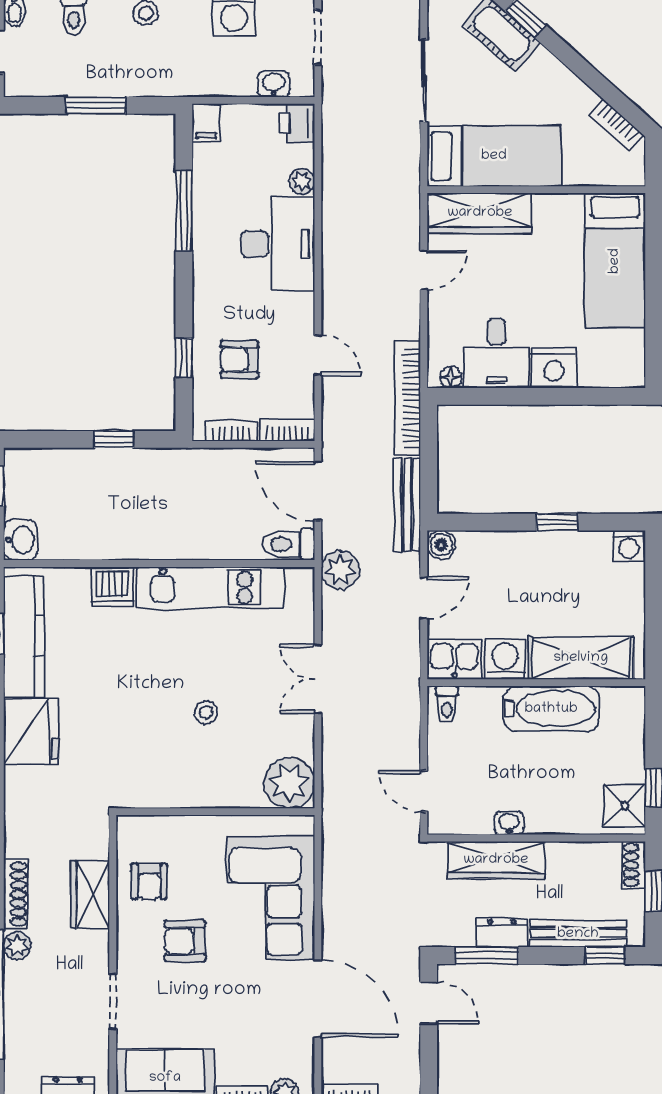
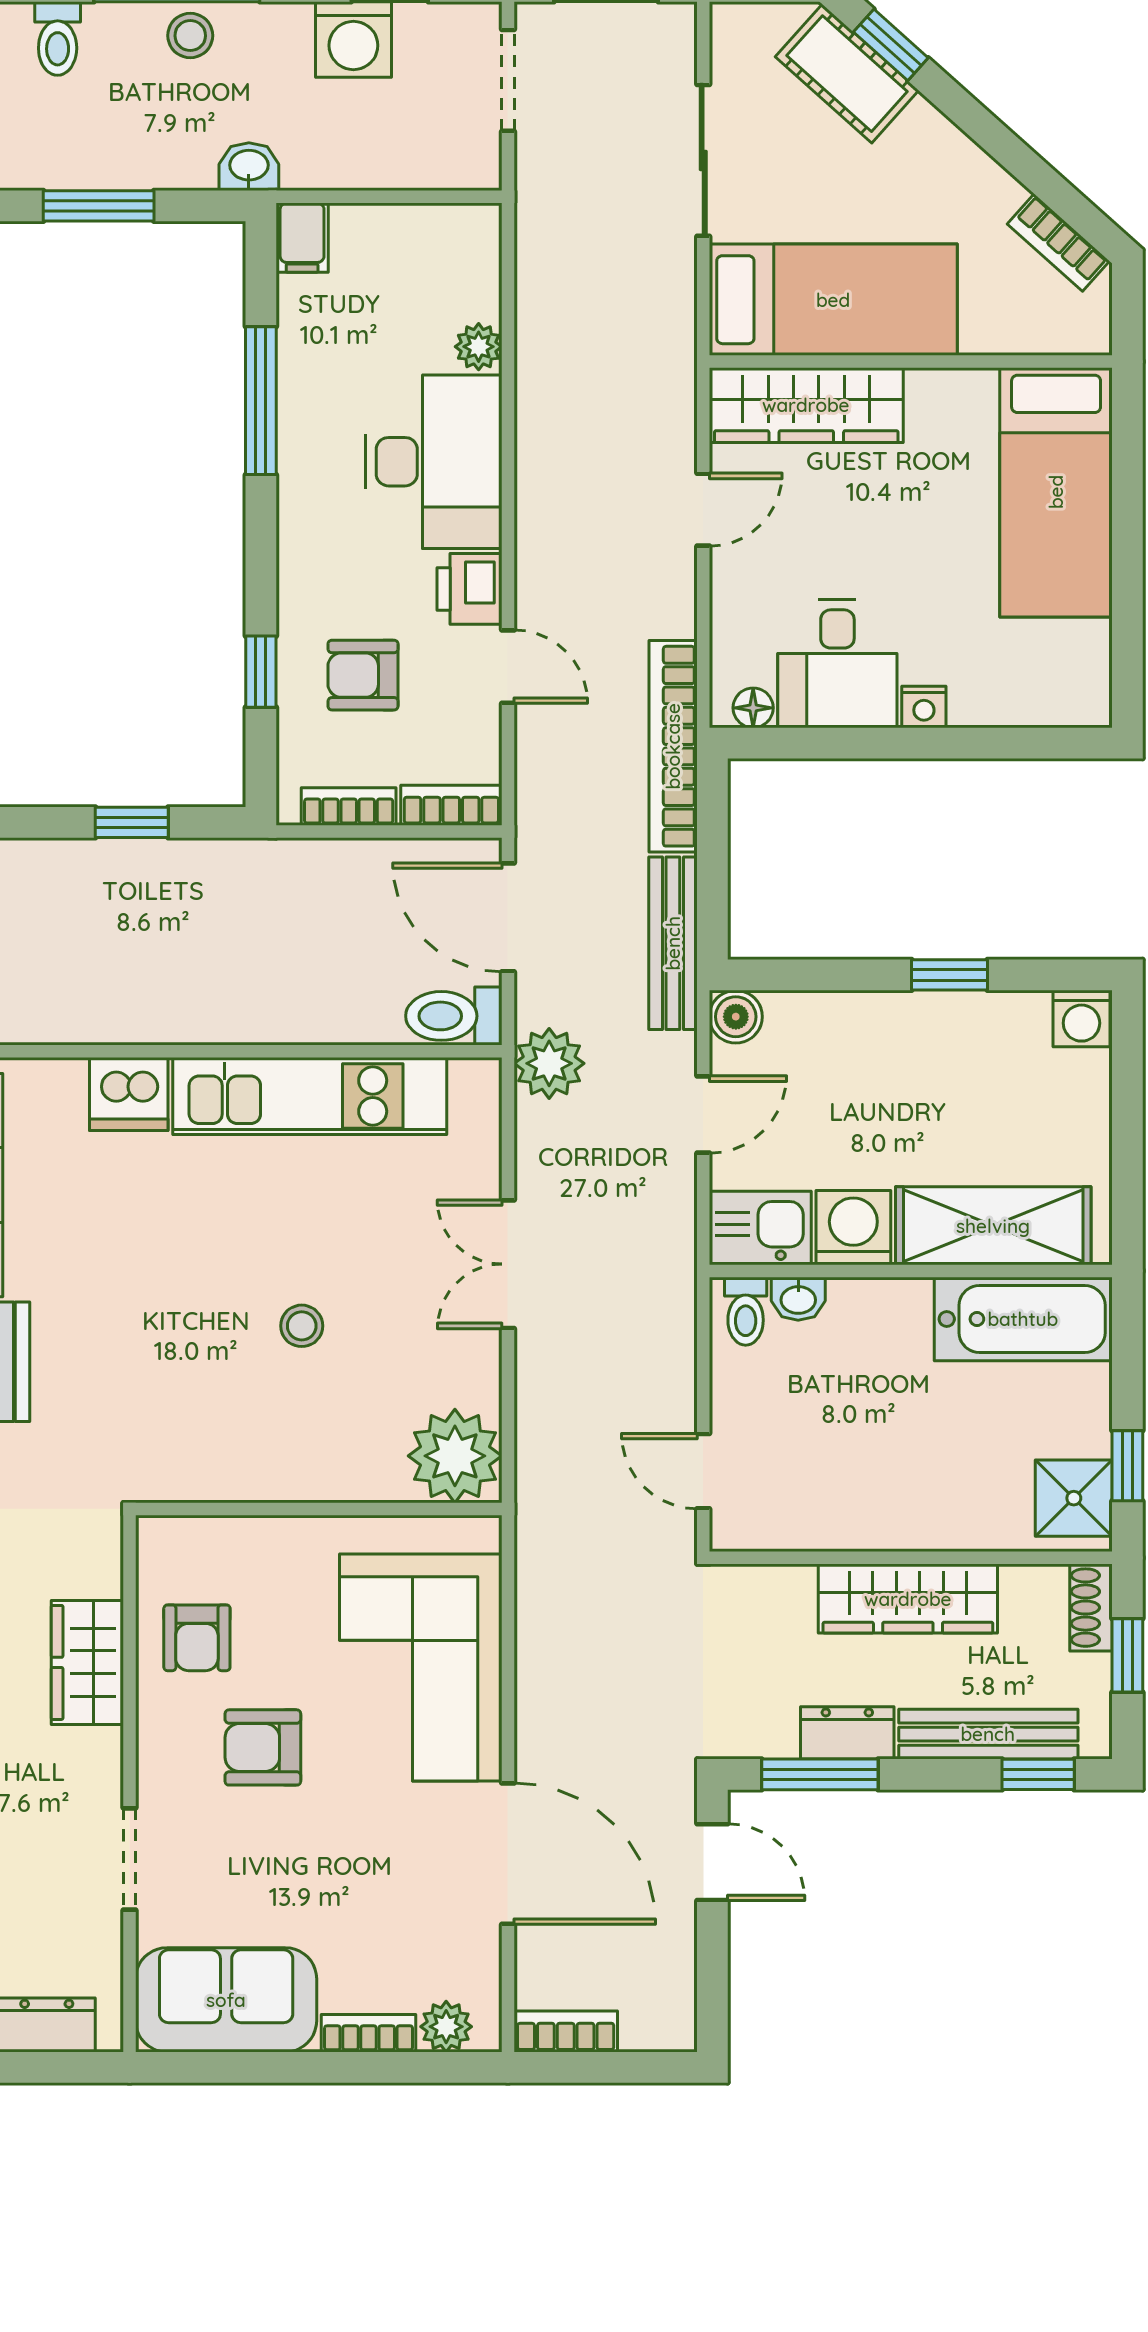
washbasin: (274, 84) -> (249, 167), moved
printer: (297, 123) -> (470, 589), moved
nightstand: (554, 368) -> (924, 707), width x0.53, depth x0.56
bathtub: (551, 709) -> (1023, 1319), moved
washbasin: (509, 823) -> (798, 1299), moved, turned 180
wardrobe: (496, 860) -> (908, 1599), moved

